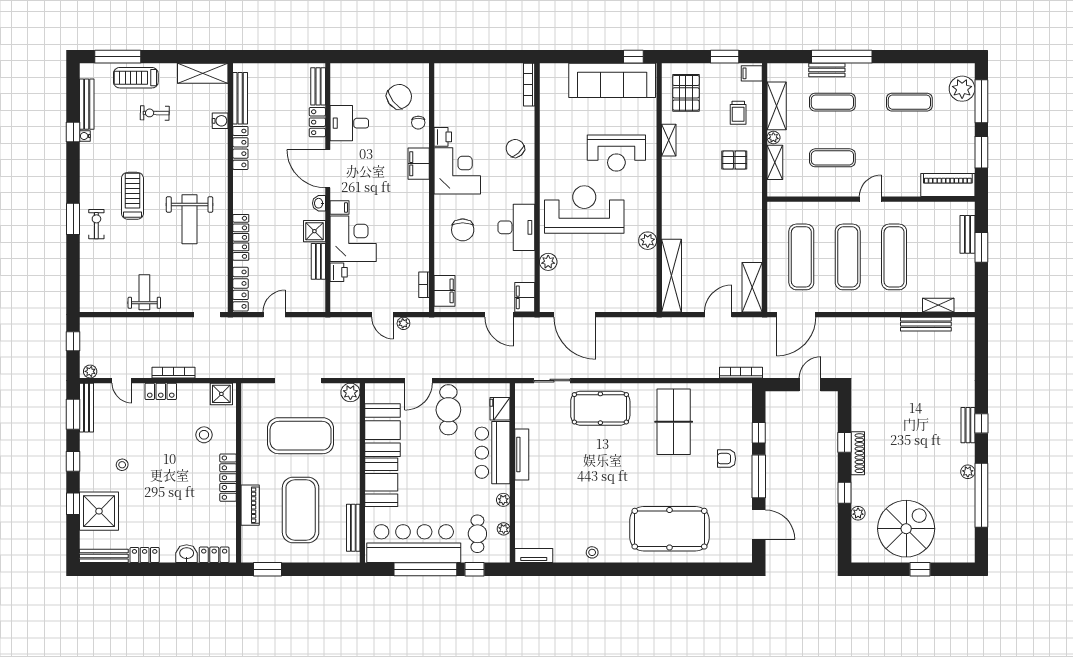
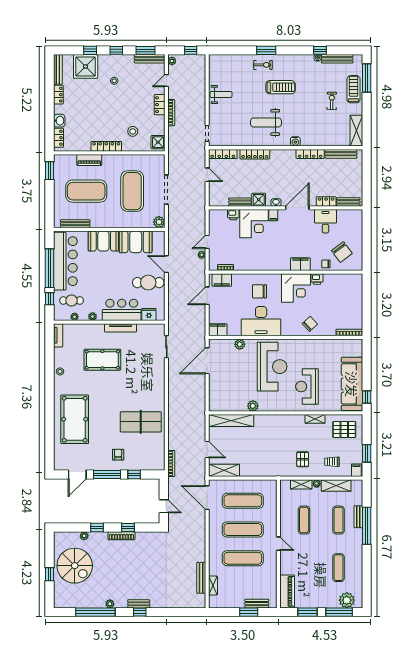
water cooler: (220, 121) -> (295, 141), moved
desk: (516, 227) -> (261, 321), width x1.36, depth x1.30
door: (499, 315) -> (207, 296), moved
pool table: (600, 408) -> (102, 360), moved, turned 90

